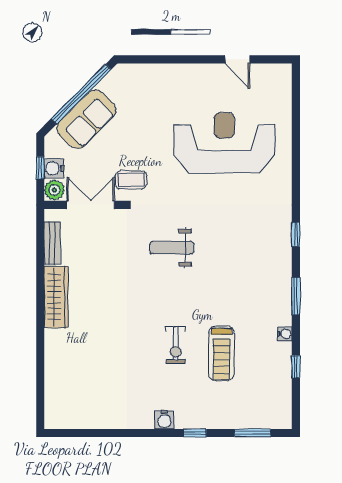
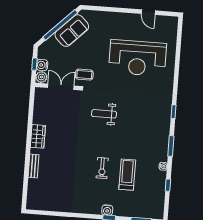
sofa: (86, 119) -> (72, 31), moved
reception desk: (224, 143) -> (138, 58), turned 180
bench: (52, 243) -> (33, 166), moved
wardrobe: (56, 297) -> (38, 136), width x0.67
treadmill: (221, 353) -> (127, 175), turned 180
water cooler: (164, 420) -> (107, 210), moved

